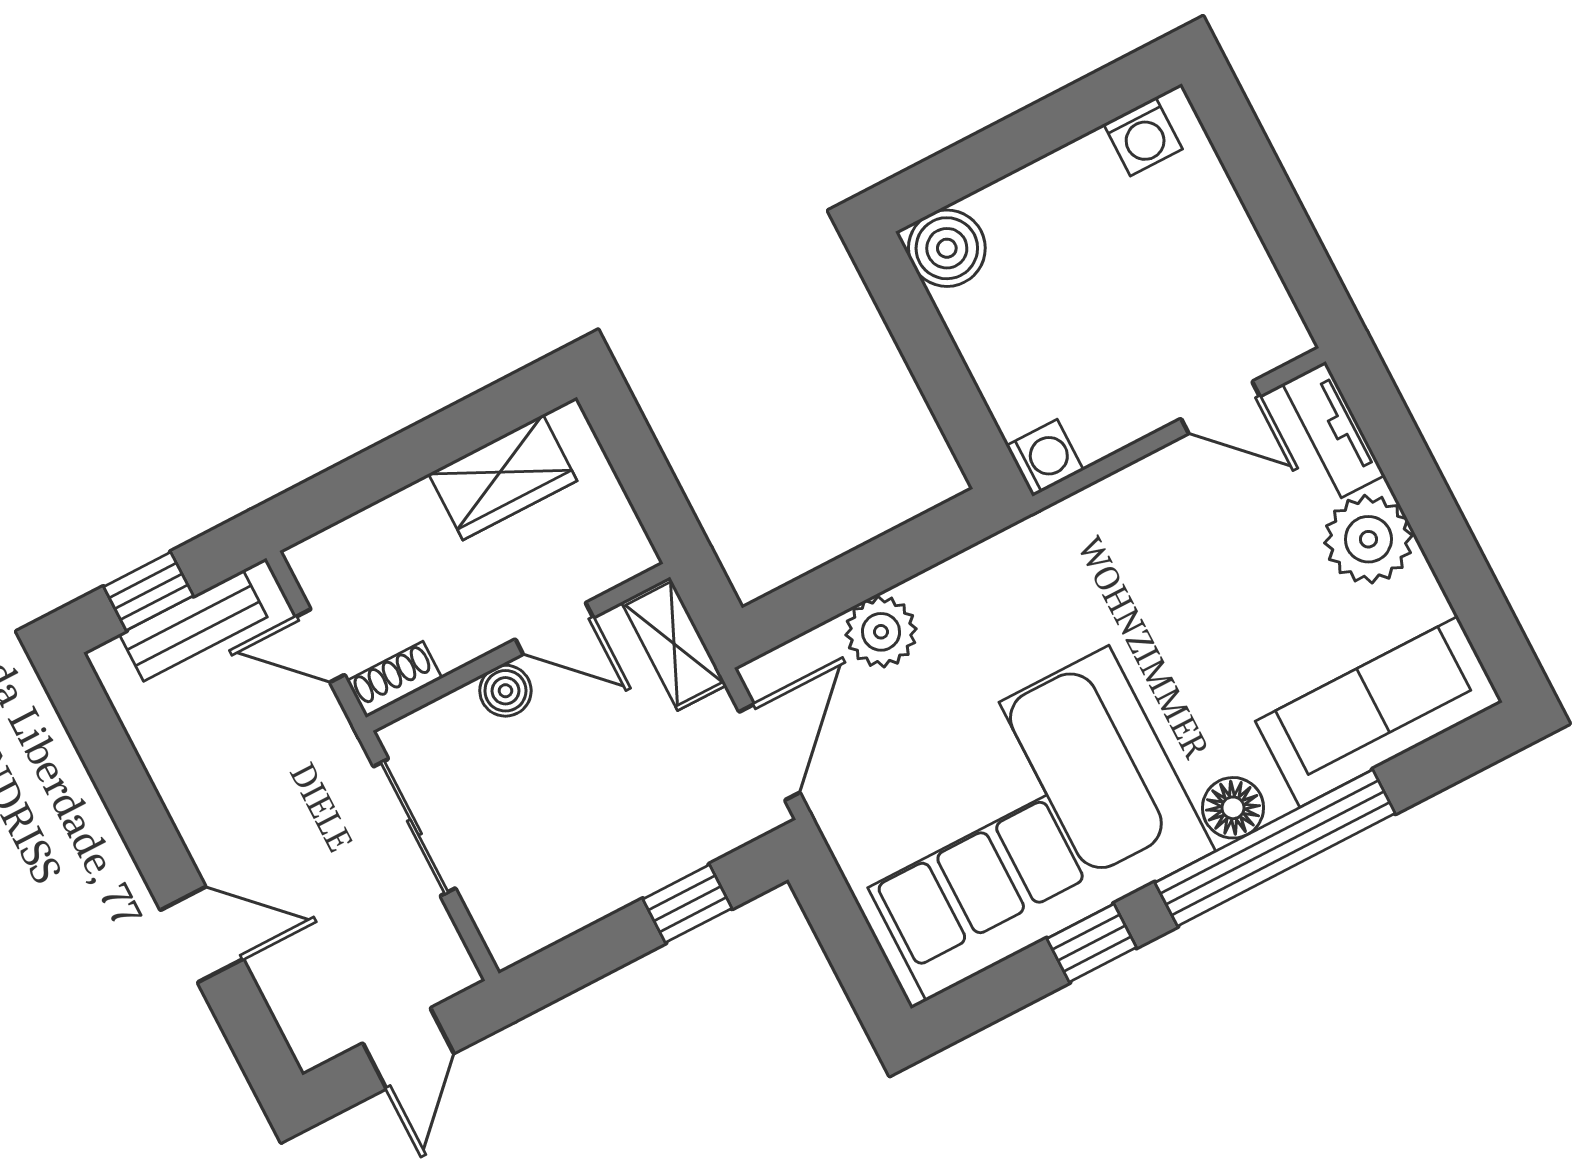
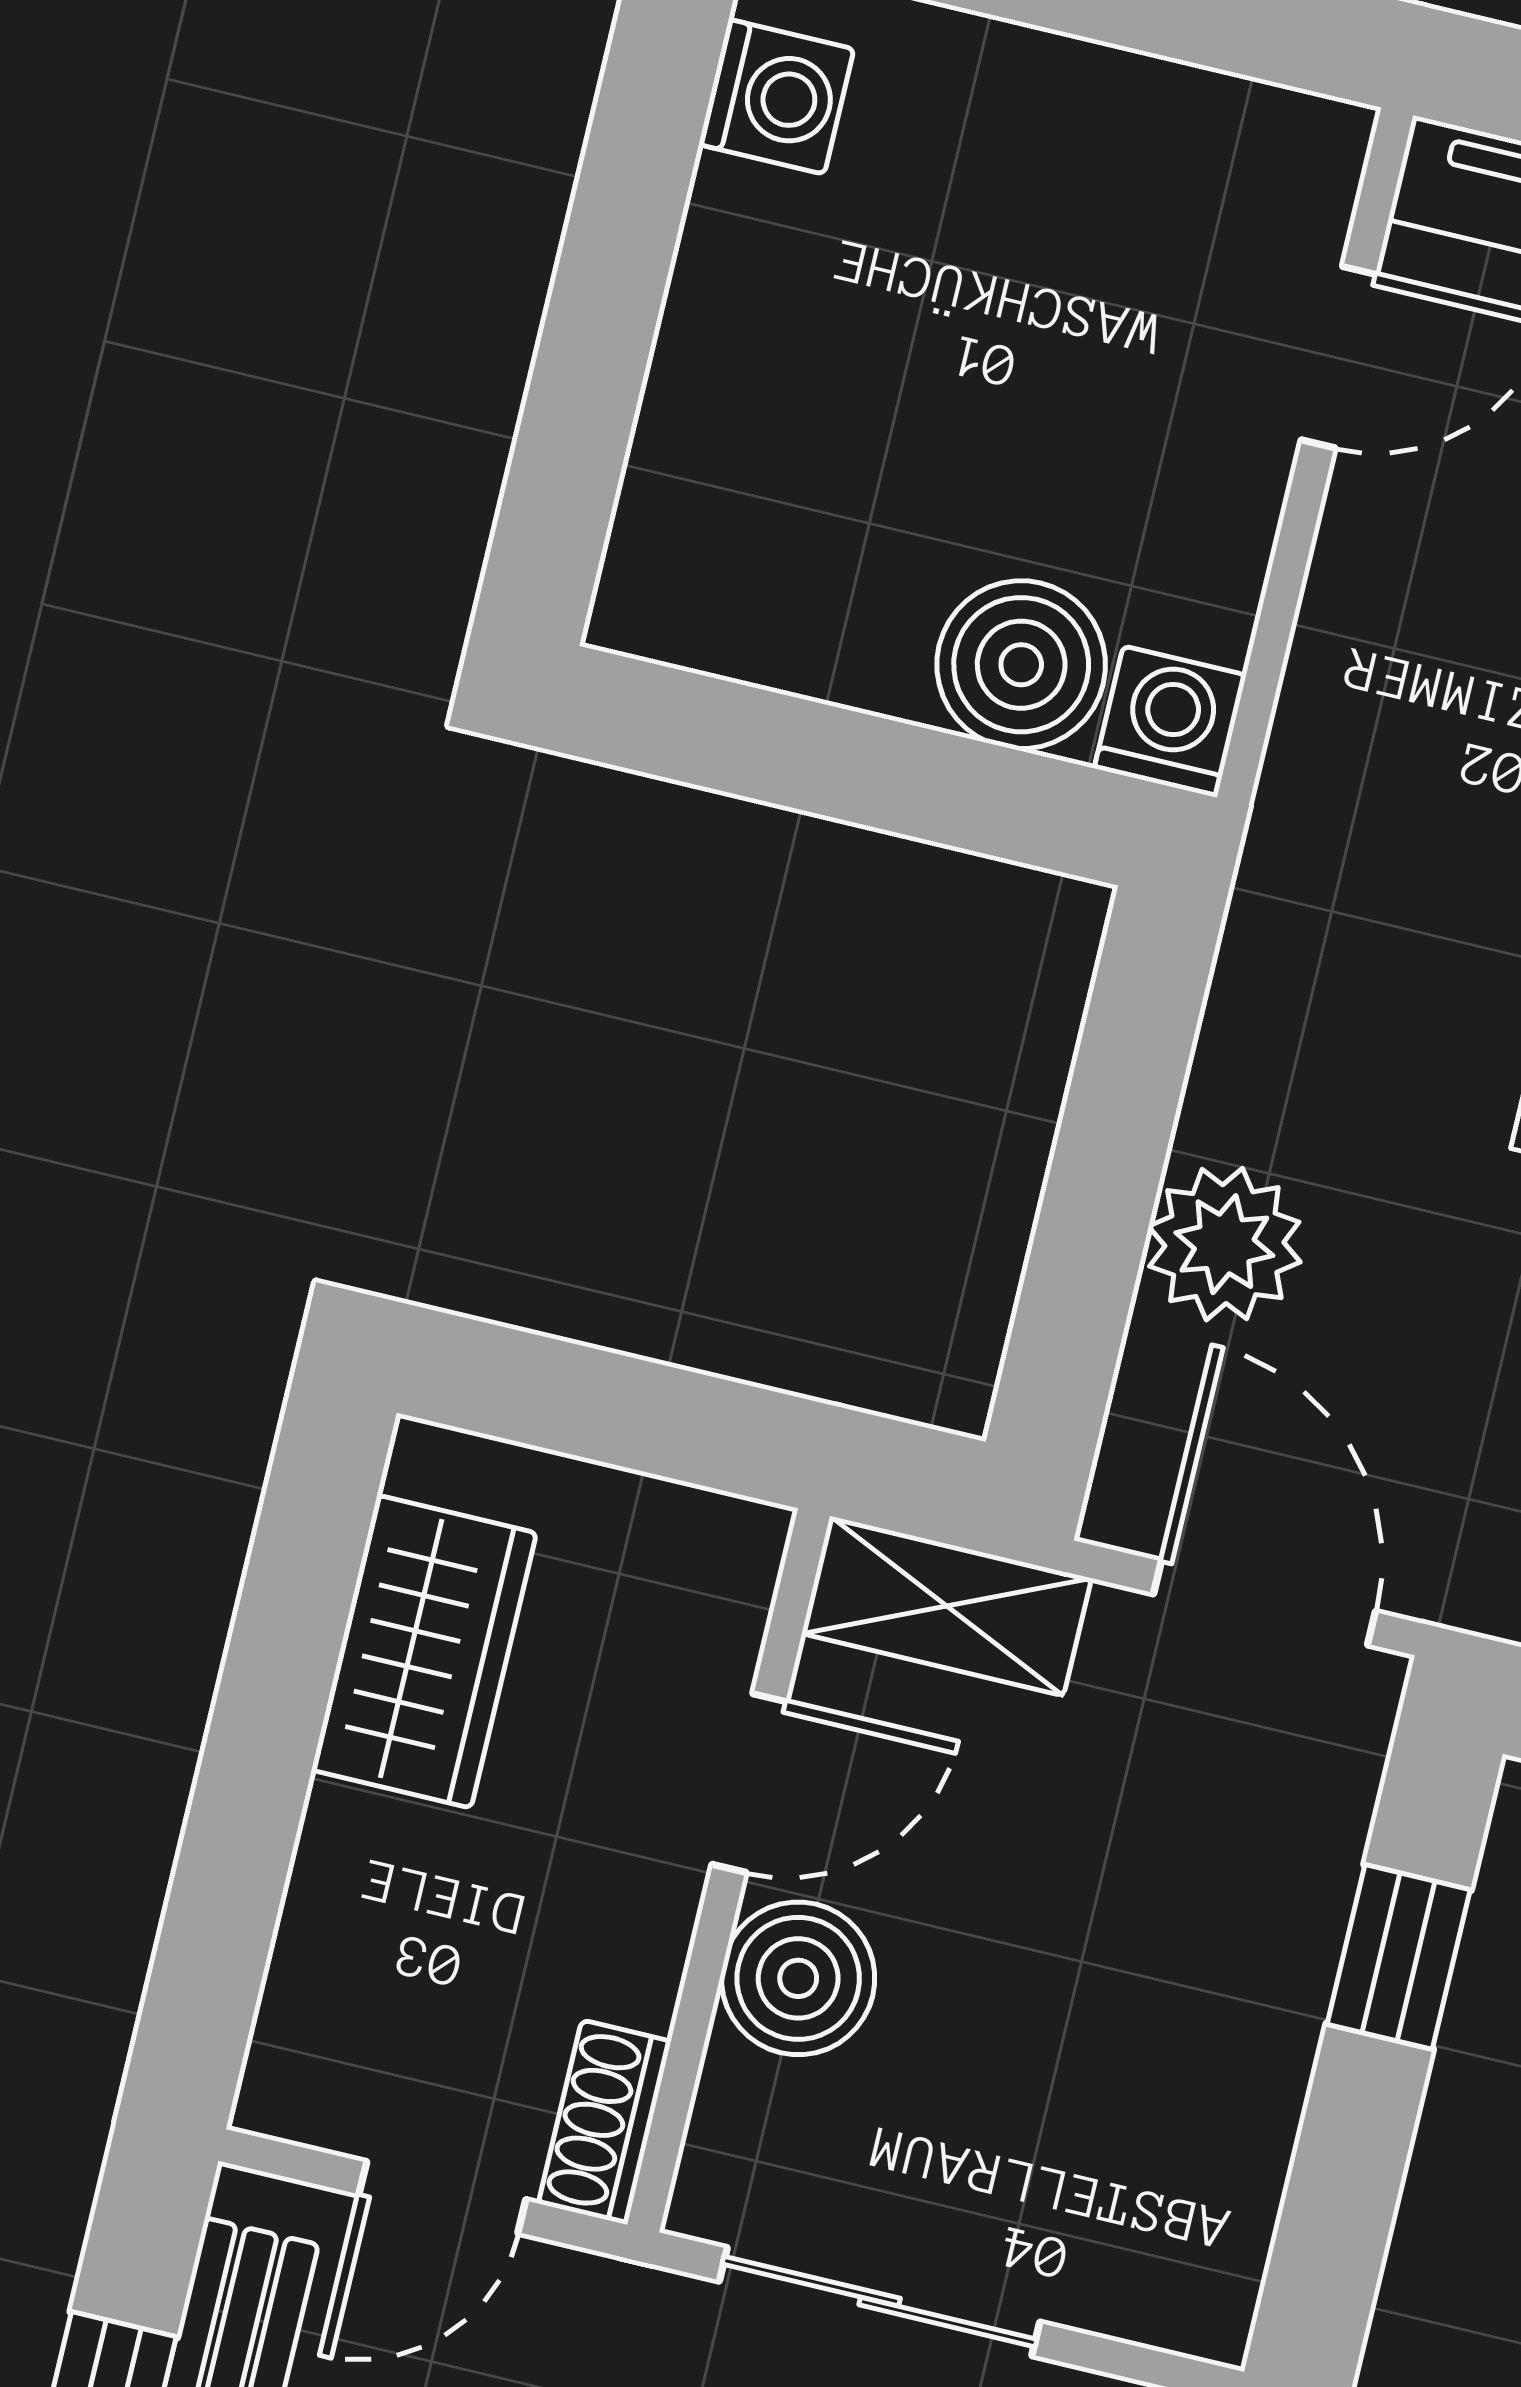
boiler: (947, 248) -> (1021, 665), moved
boiler: (505, 691) -> (798, 1978), width x1.36, depth x1.36

